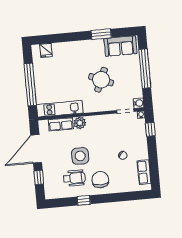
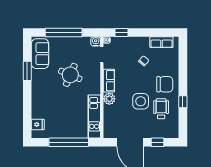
row of seats: (61, 124) -> (109, 81), moved
chair: (100, 180) -> (165, 84), turned 180

